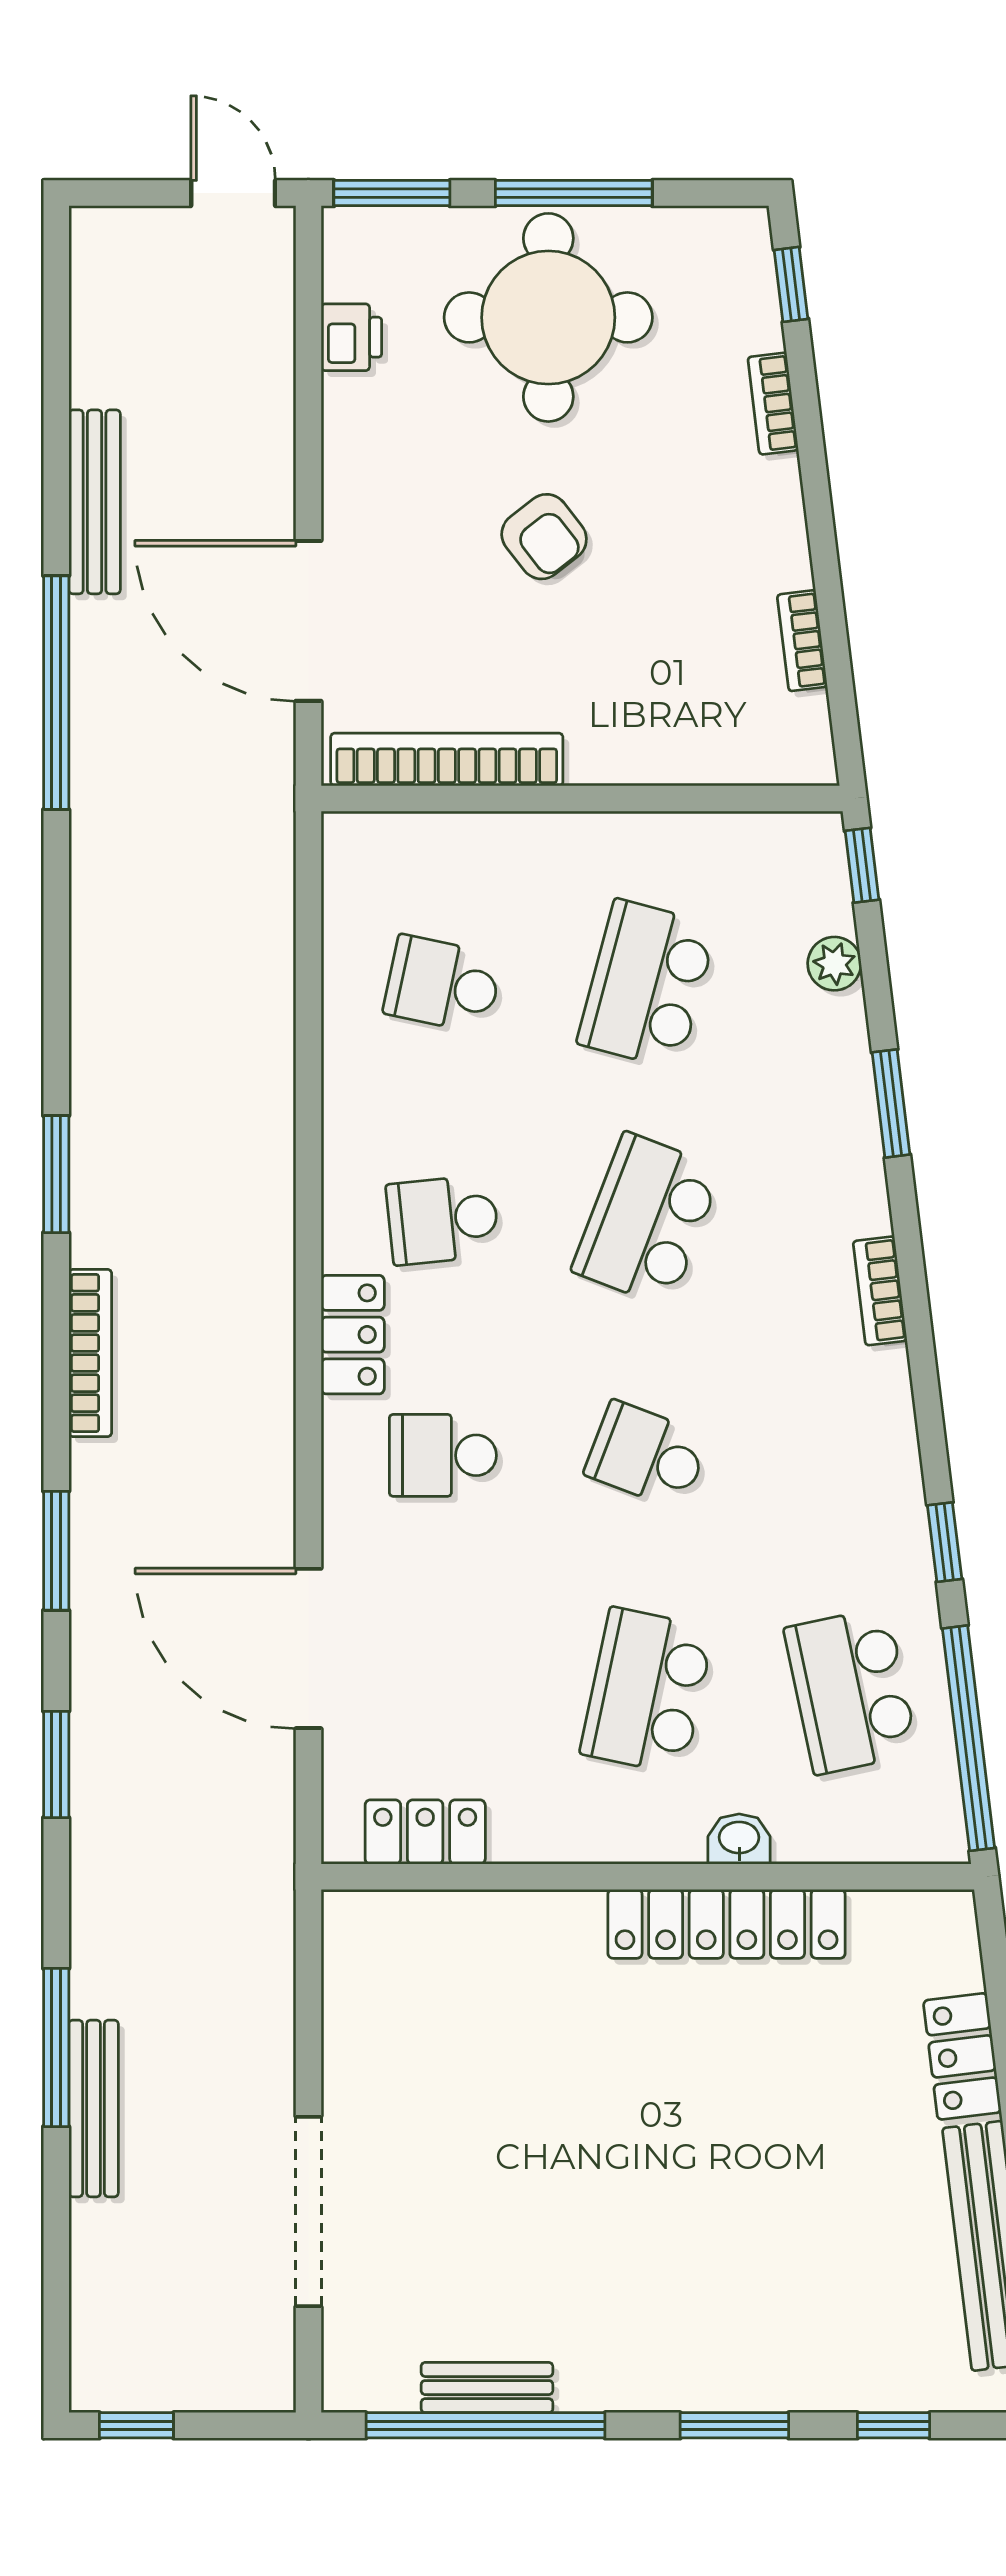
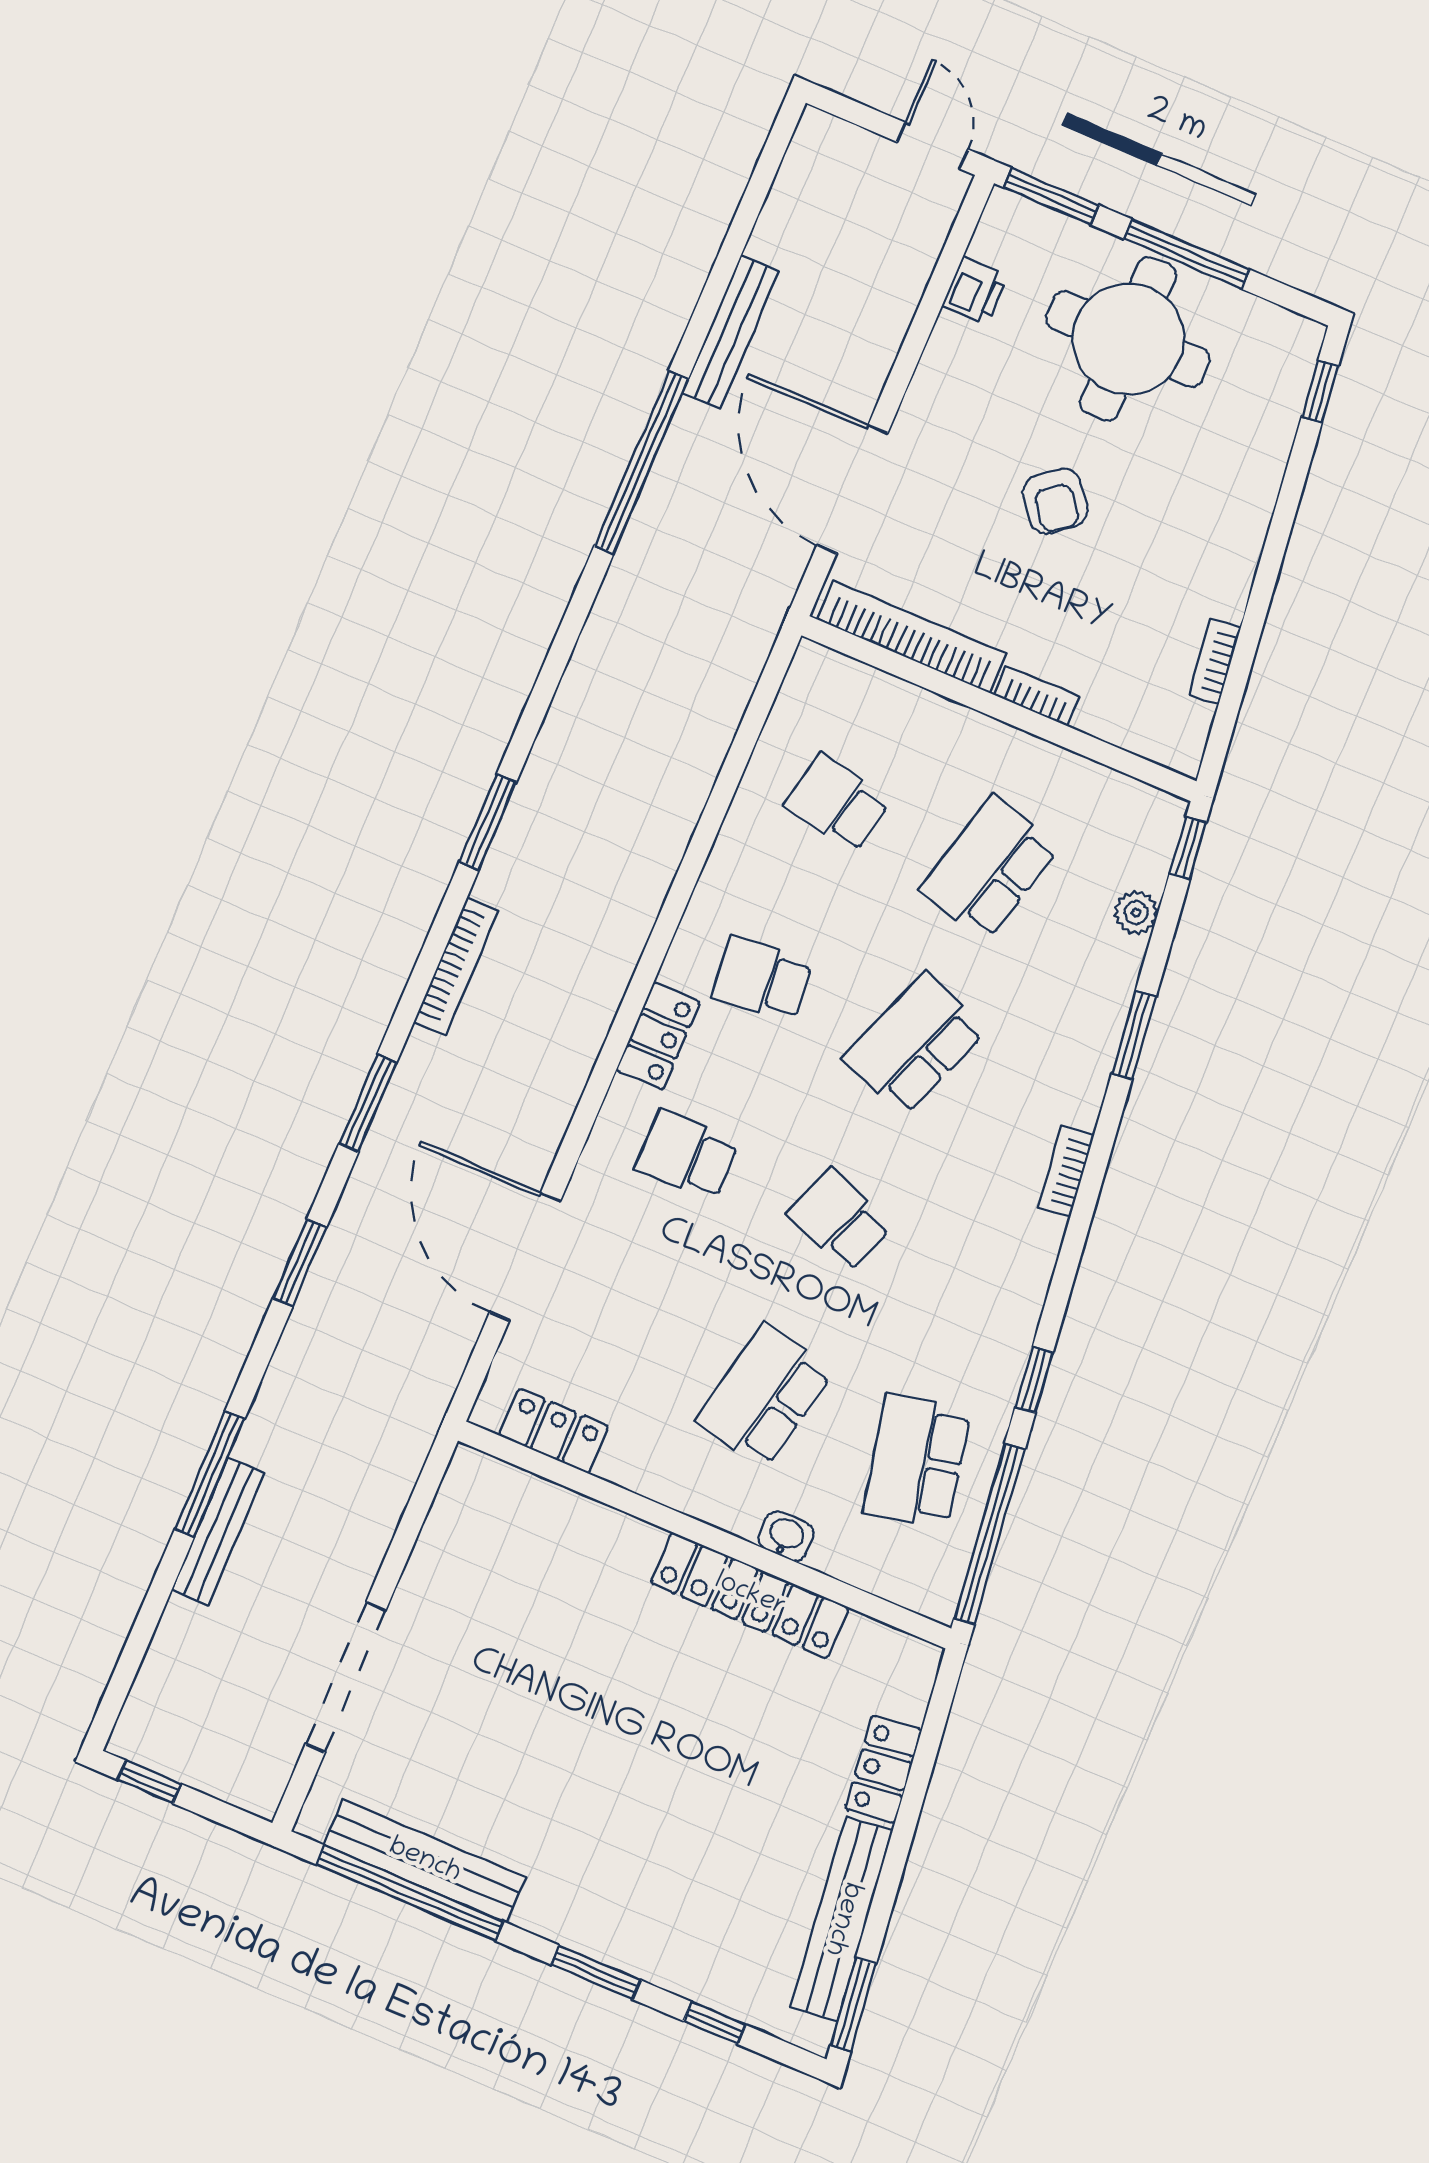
bookcase: (773, 404) -> (1037, 696), moved, turned 97
bench: (487, 2388) -> (425, 1861), width x1.86, depth x1.21

